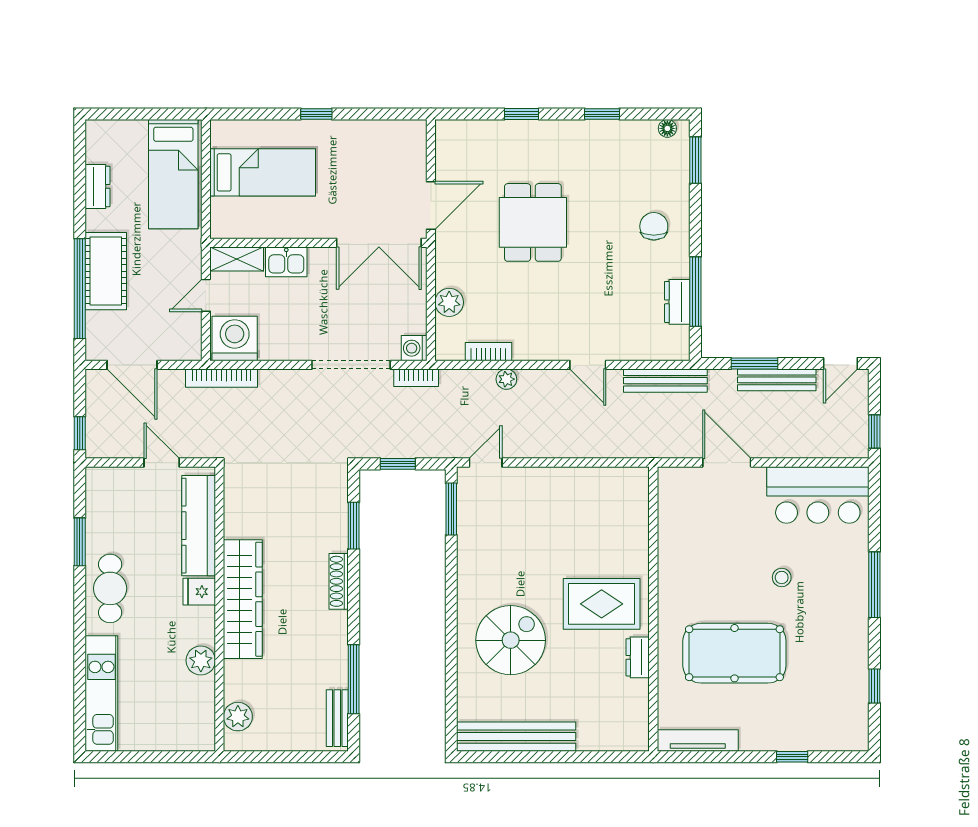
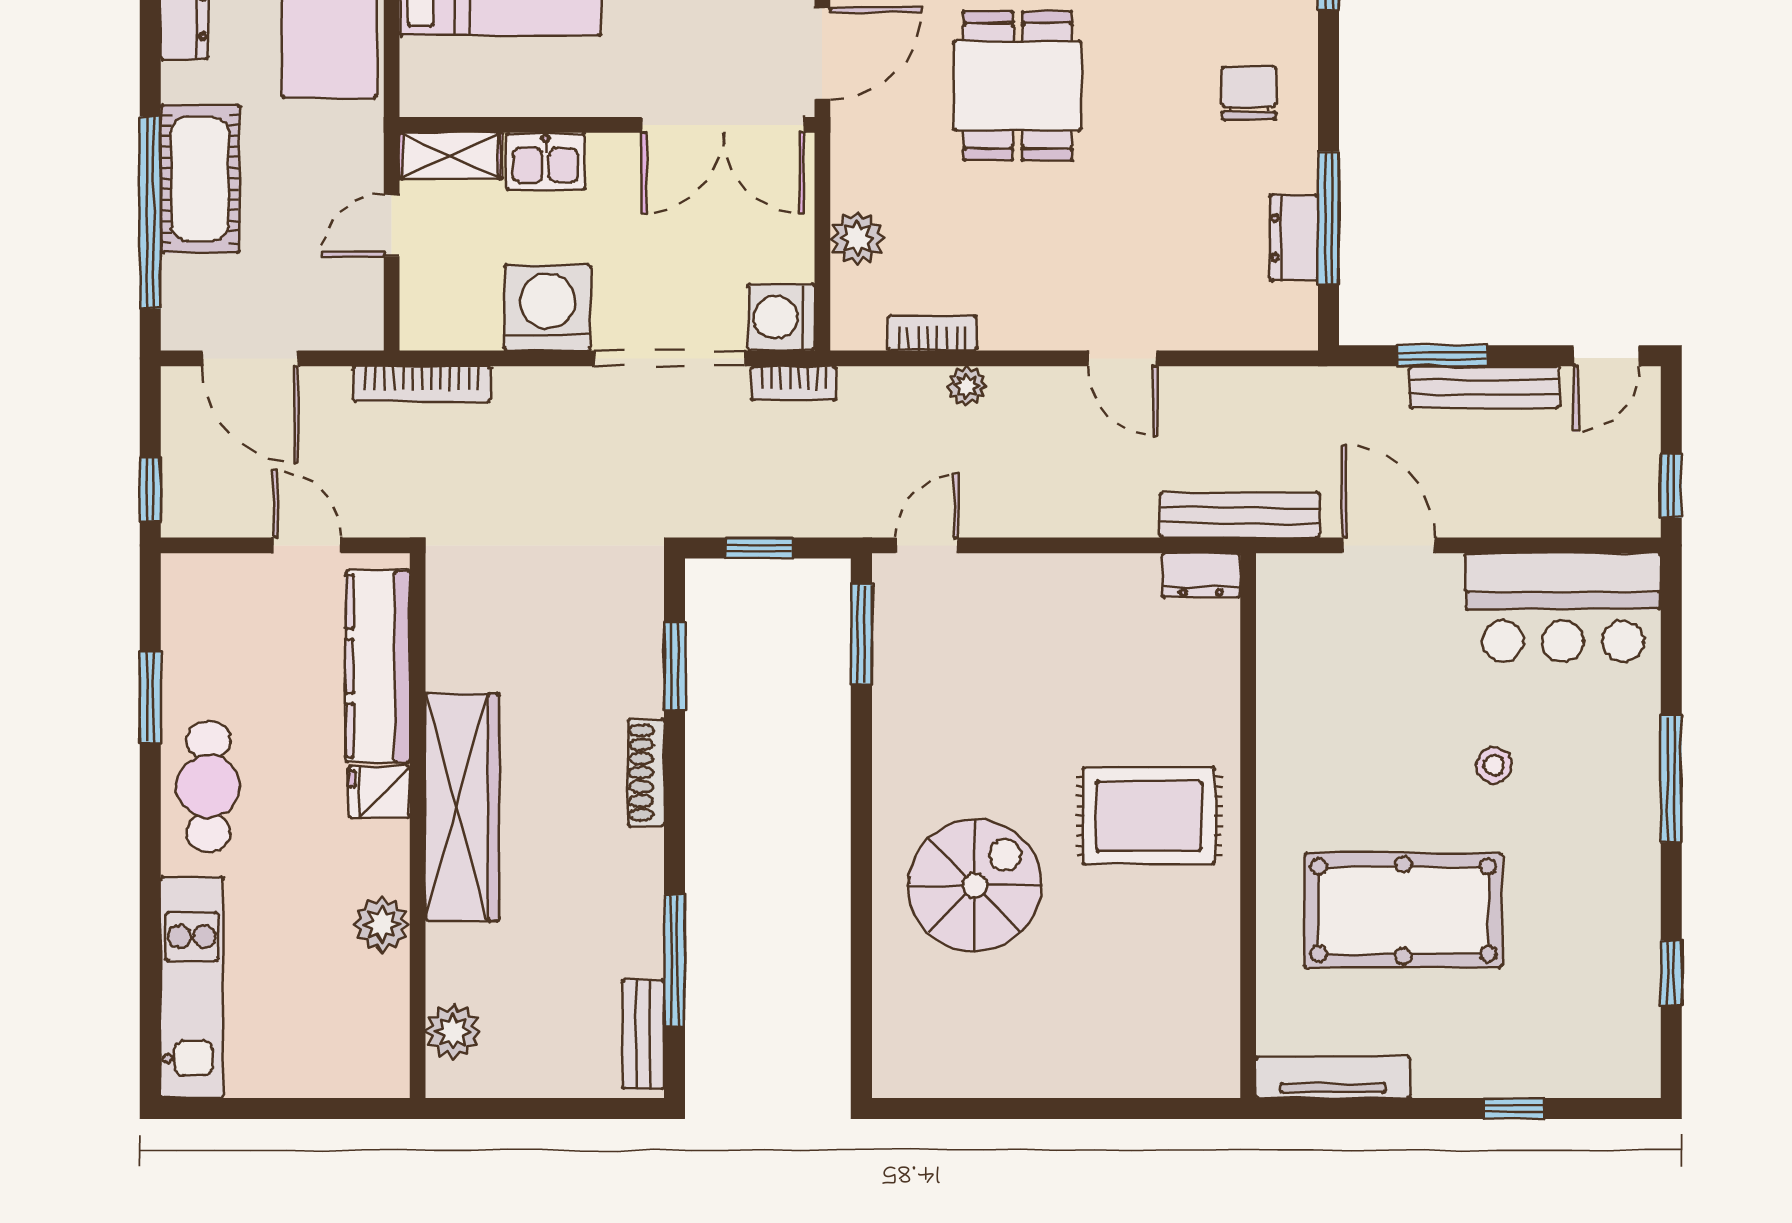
washing machine: (235, 338) -> (548, 308), moved
washing machine: (414, 348) -> (781, 317), width x1.38, depth x1.38
bench: (665, 381) -> (1240, 515), moved
dresser: (638, 657) -> (1201, 575), moved, turned -90
bench: (516, 737) -> (986, 1070), removed

